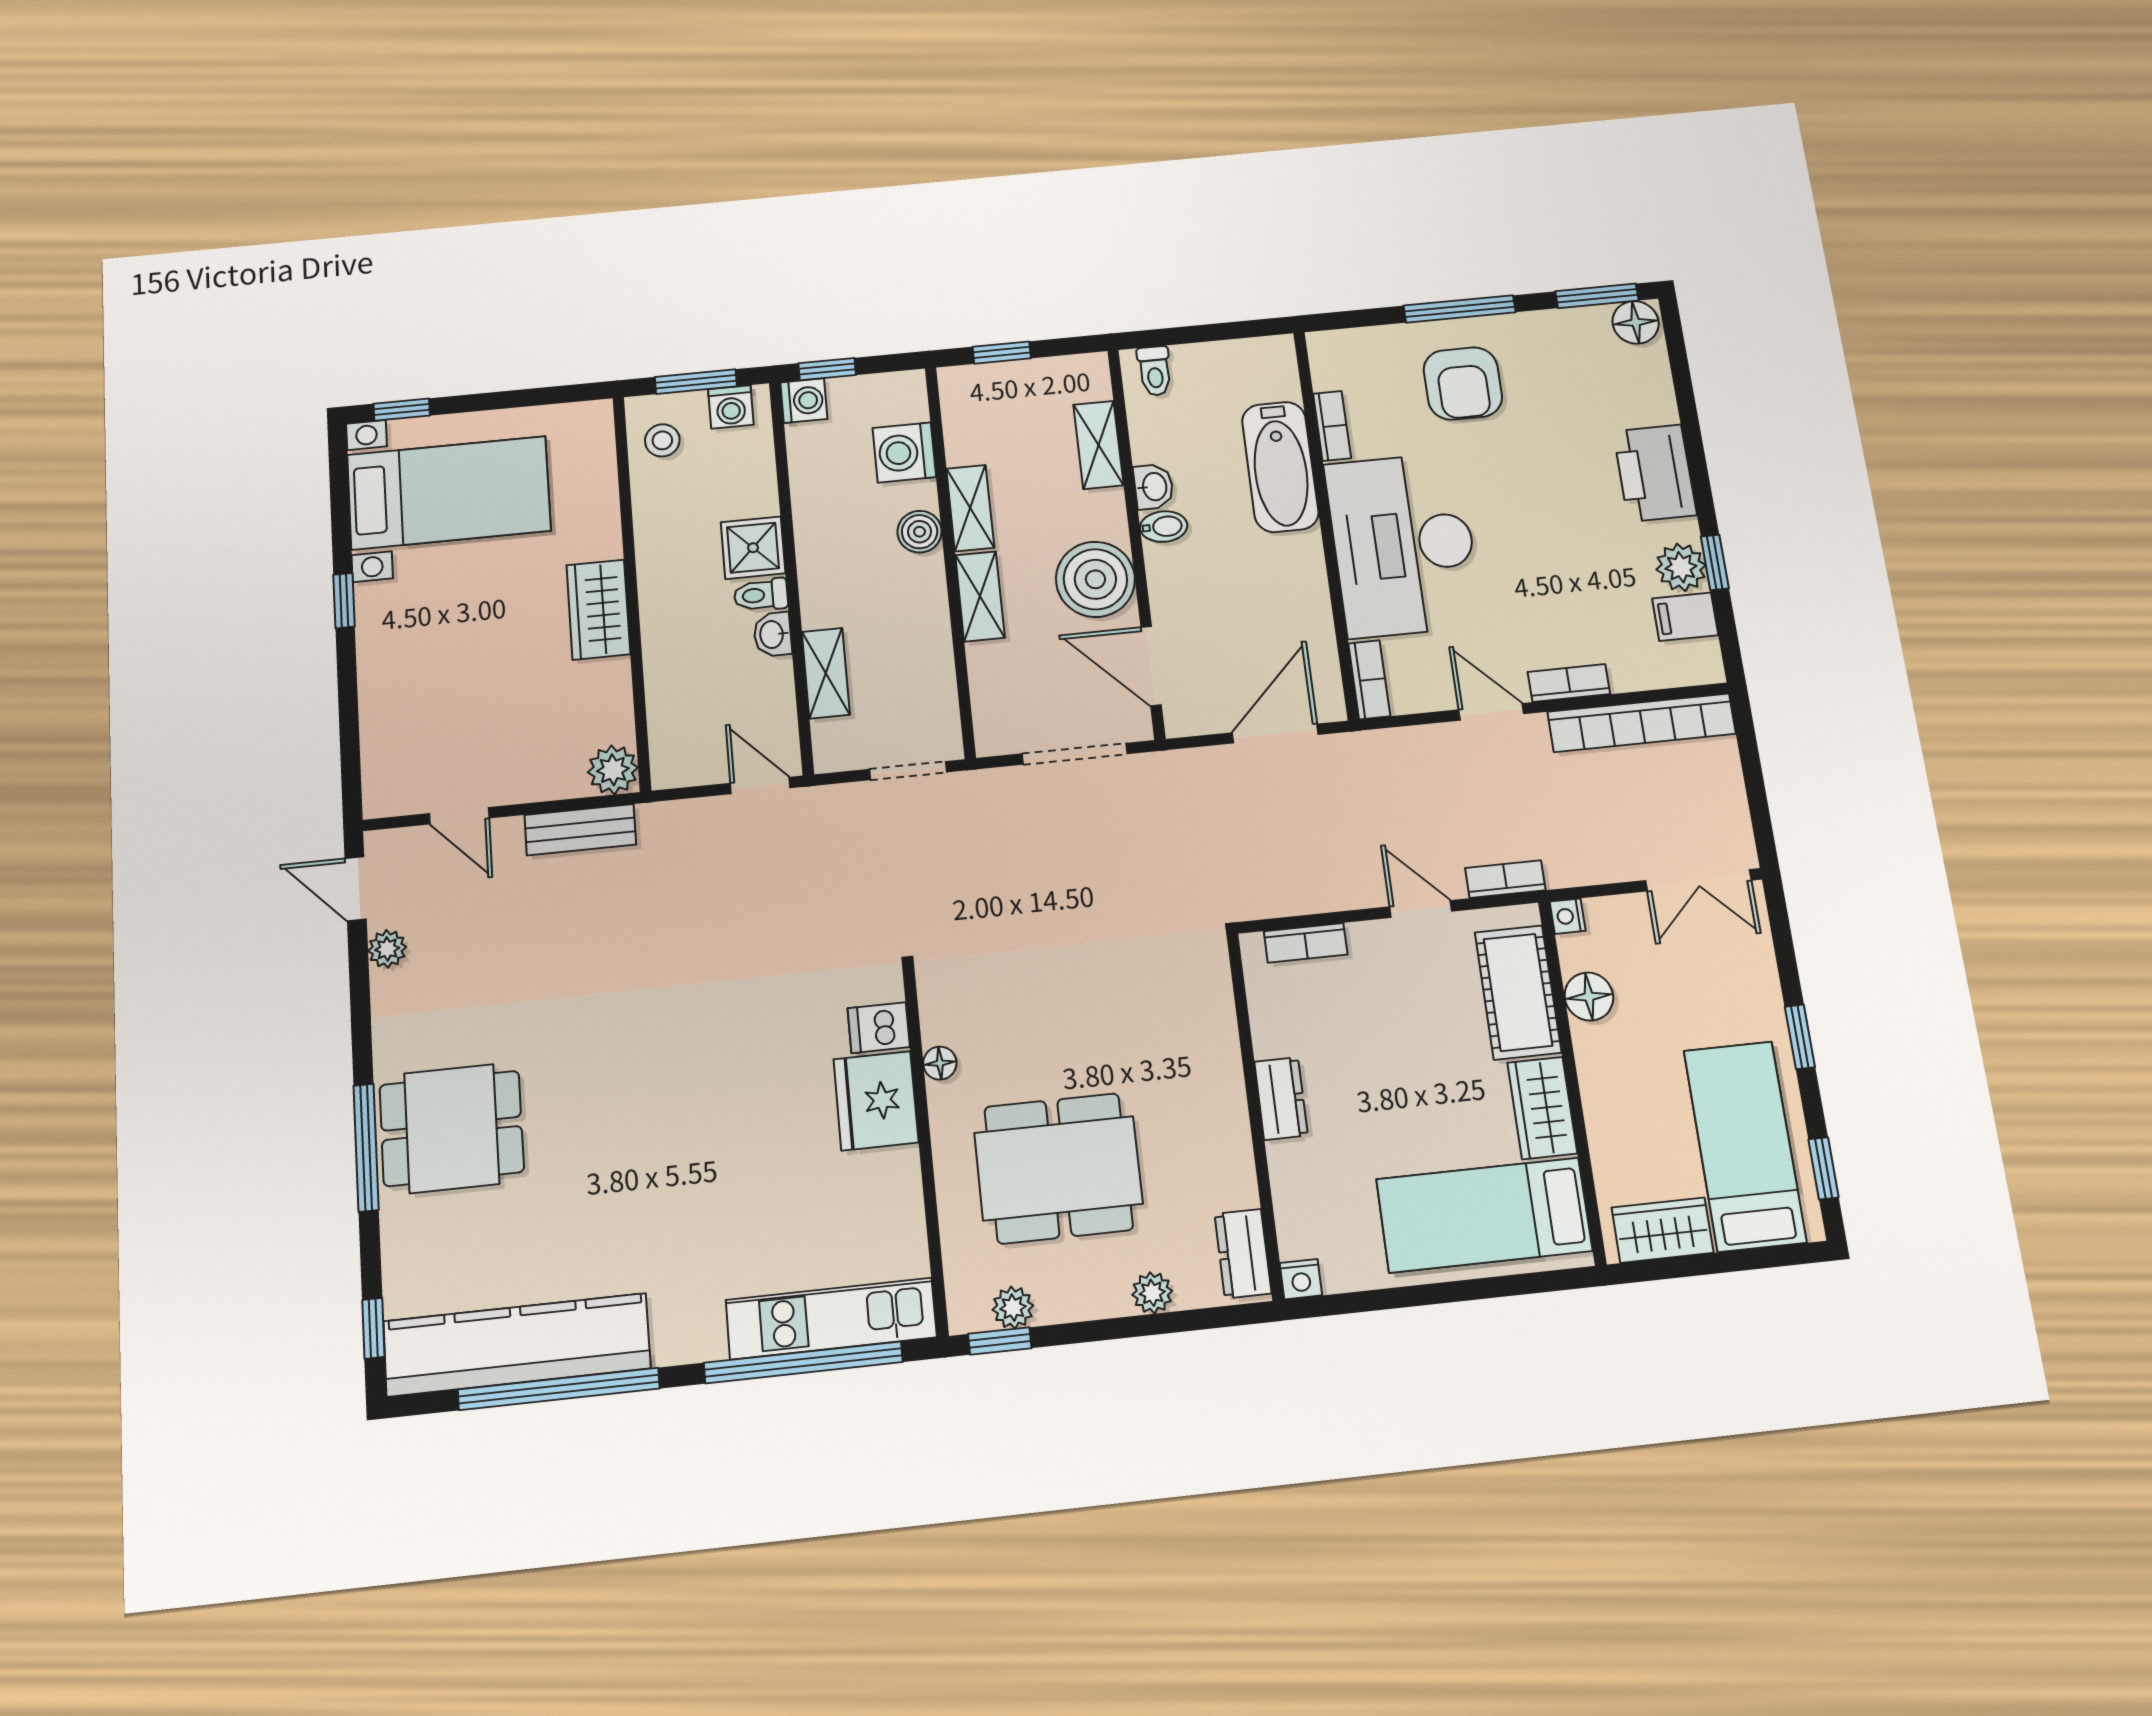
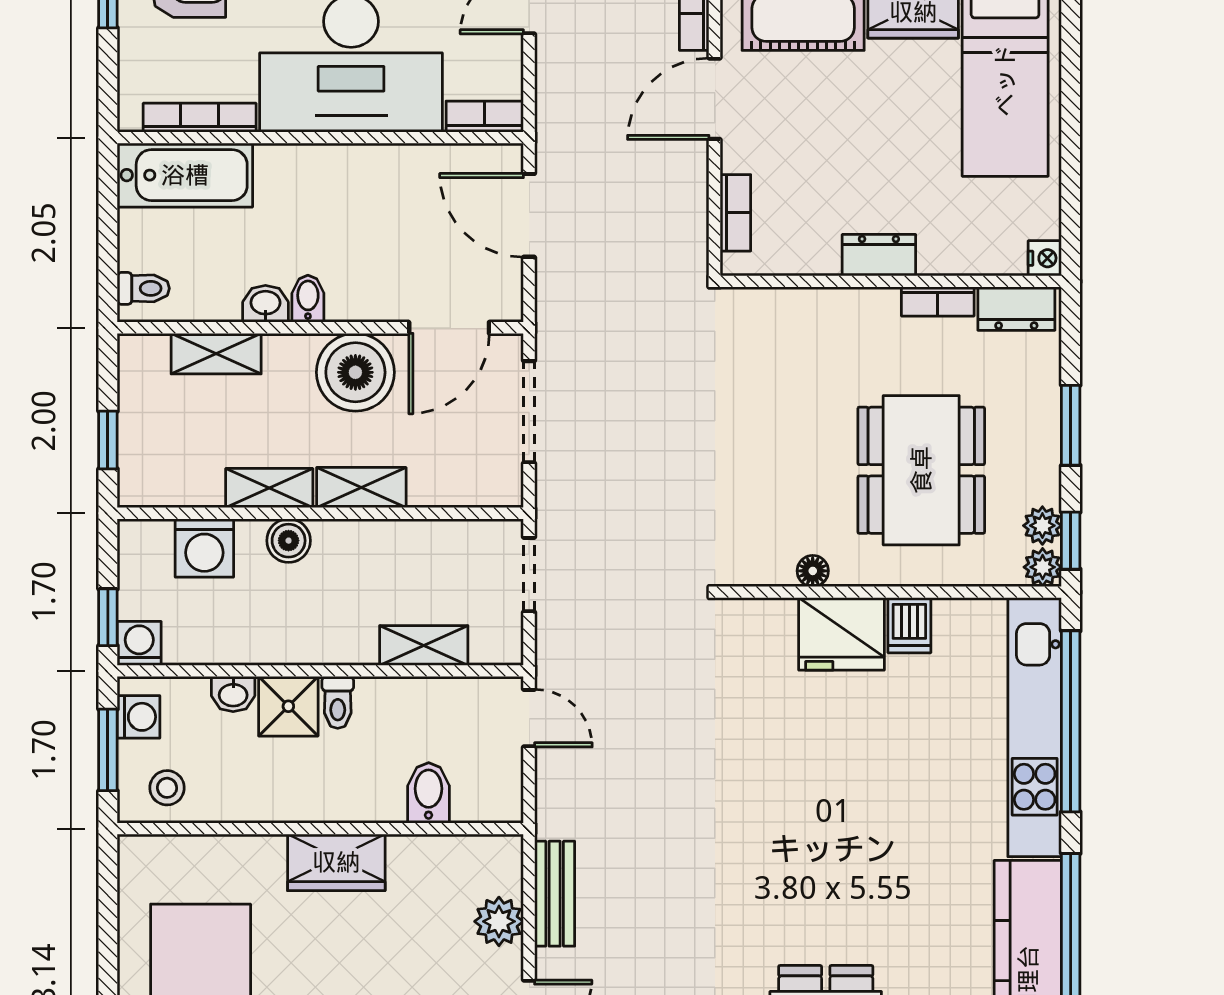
bookcase: (1332, 426) -> (200, 118), width x1.56
bathtub: (1280, 467) -> (185, 175), moved
washbasin: (773, 634) -> (233, 694), moved
bidet: (676, 693) -> (429, 793), added
plant: (613, 770) -> (499, 921), moved
door: (760, 785) -> (529, 718), swing flipped
door: (1421, 909) -> (715, 99), width x1.38
dishwasher: (879, 1028) -> (909, 625), moved
bookcase: (1240, 1167) -> (938, 301), added
plant: (1152, 1293) -> (1043, 567), moved
kitchen unit: (831, 1319) -> (1035, 727), width x1.36
window: (1125, 1327) -> (1071, 425), added

